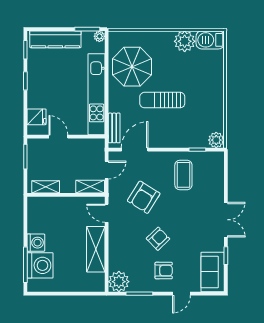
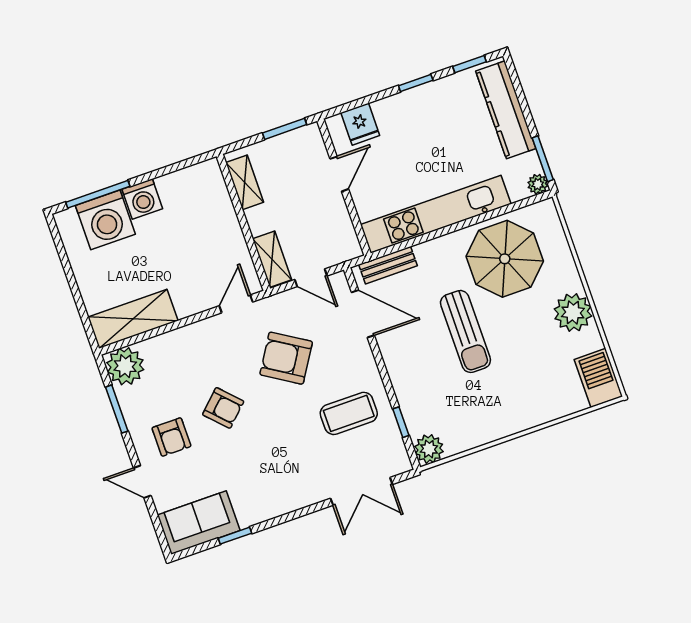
plant: (185, 41) -> (573, 313), moved
sun lounger: (162, 100) -> (465, 331), turned 180
double door: (226, 220) -> (361, 491), moved
shelving: (96, 249) -> (133, 319), moved

